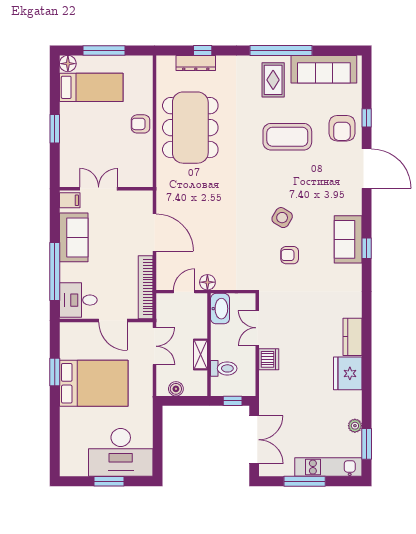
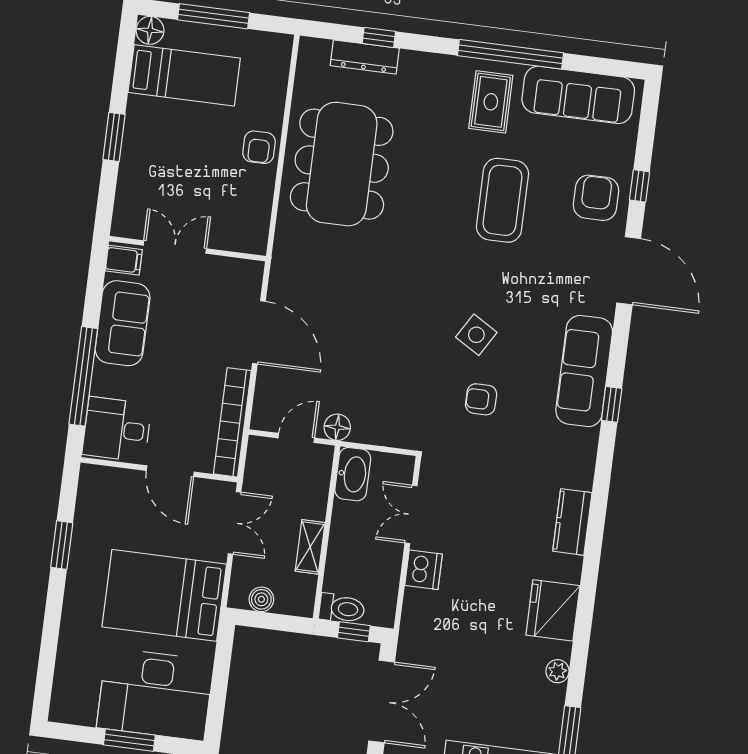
armchair: (141, 124) -> (259, 147), turned -90
armchair: (342, 128) -> (596, 198), turned 180
coffee table: (287, 137) -> (502, 200), turned 90
sofa: (348, 239) -> (584, 371), width x1.36
kitchen counter: (352, 337) -> (572, 522), moved
toilet: (224, 368) -> (342, 608), moved
bed: (94, 383) -> (164, 595), moved, turned 180
plant: (355, 426) -> (557, 671), moved

